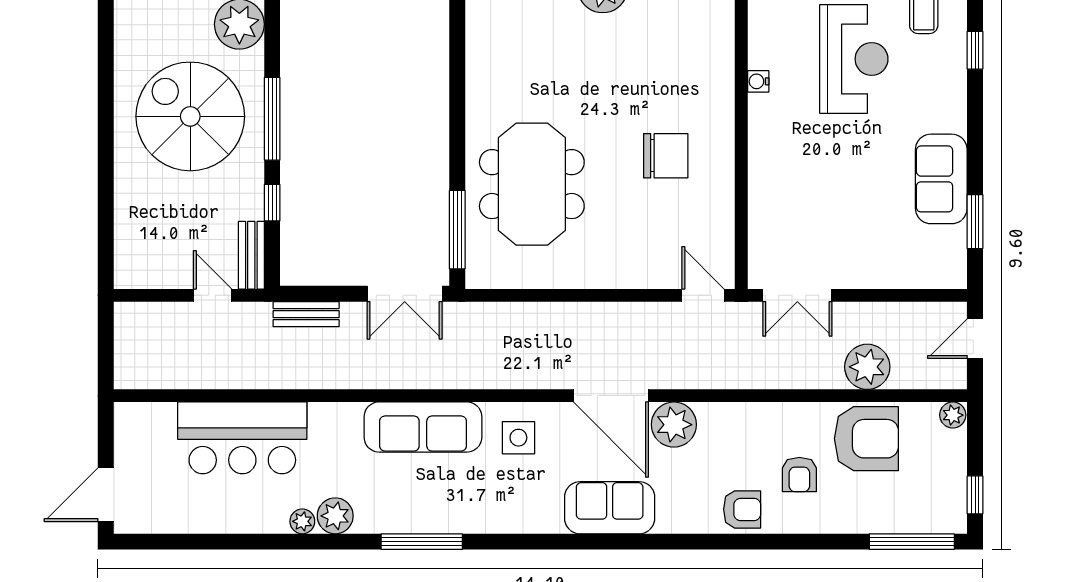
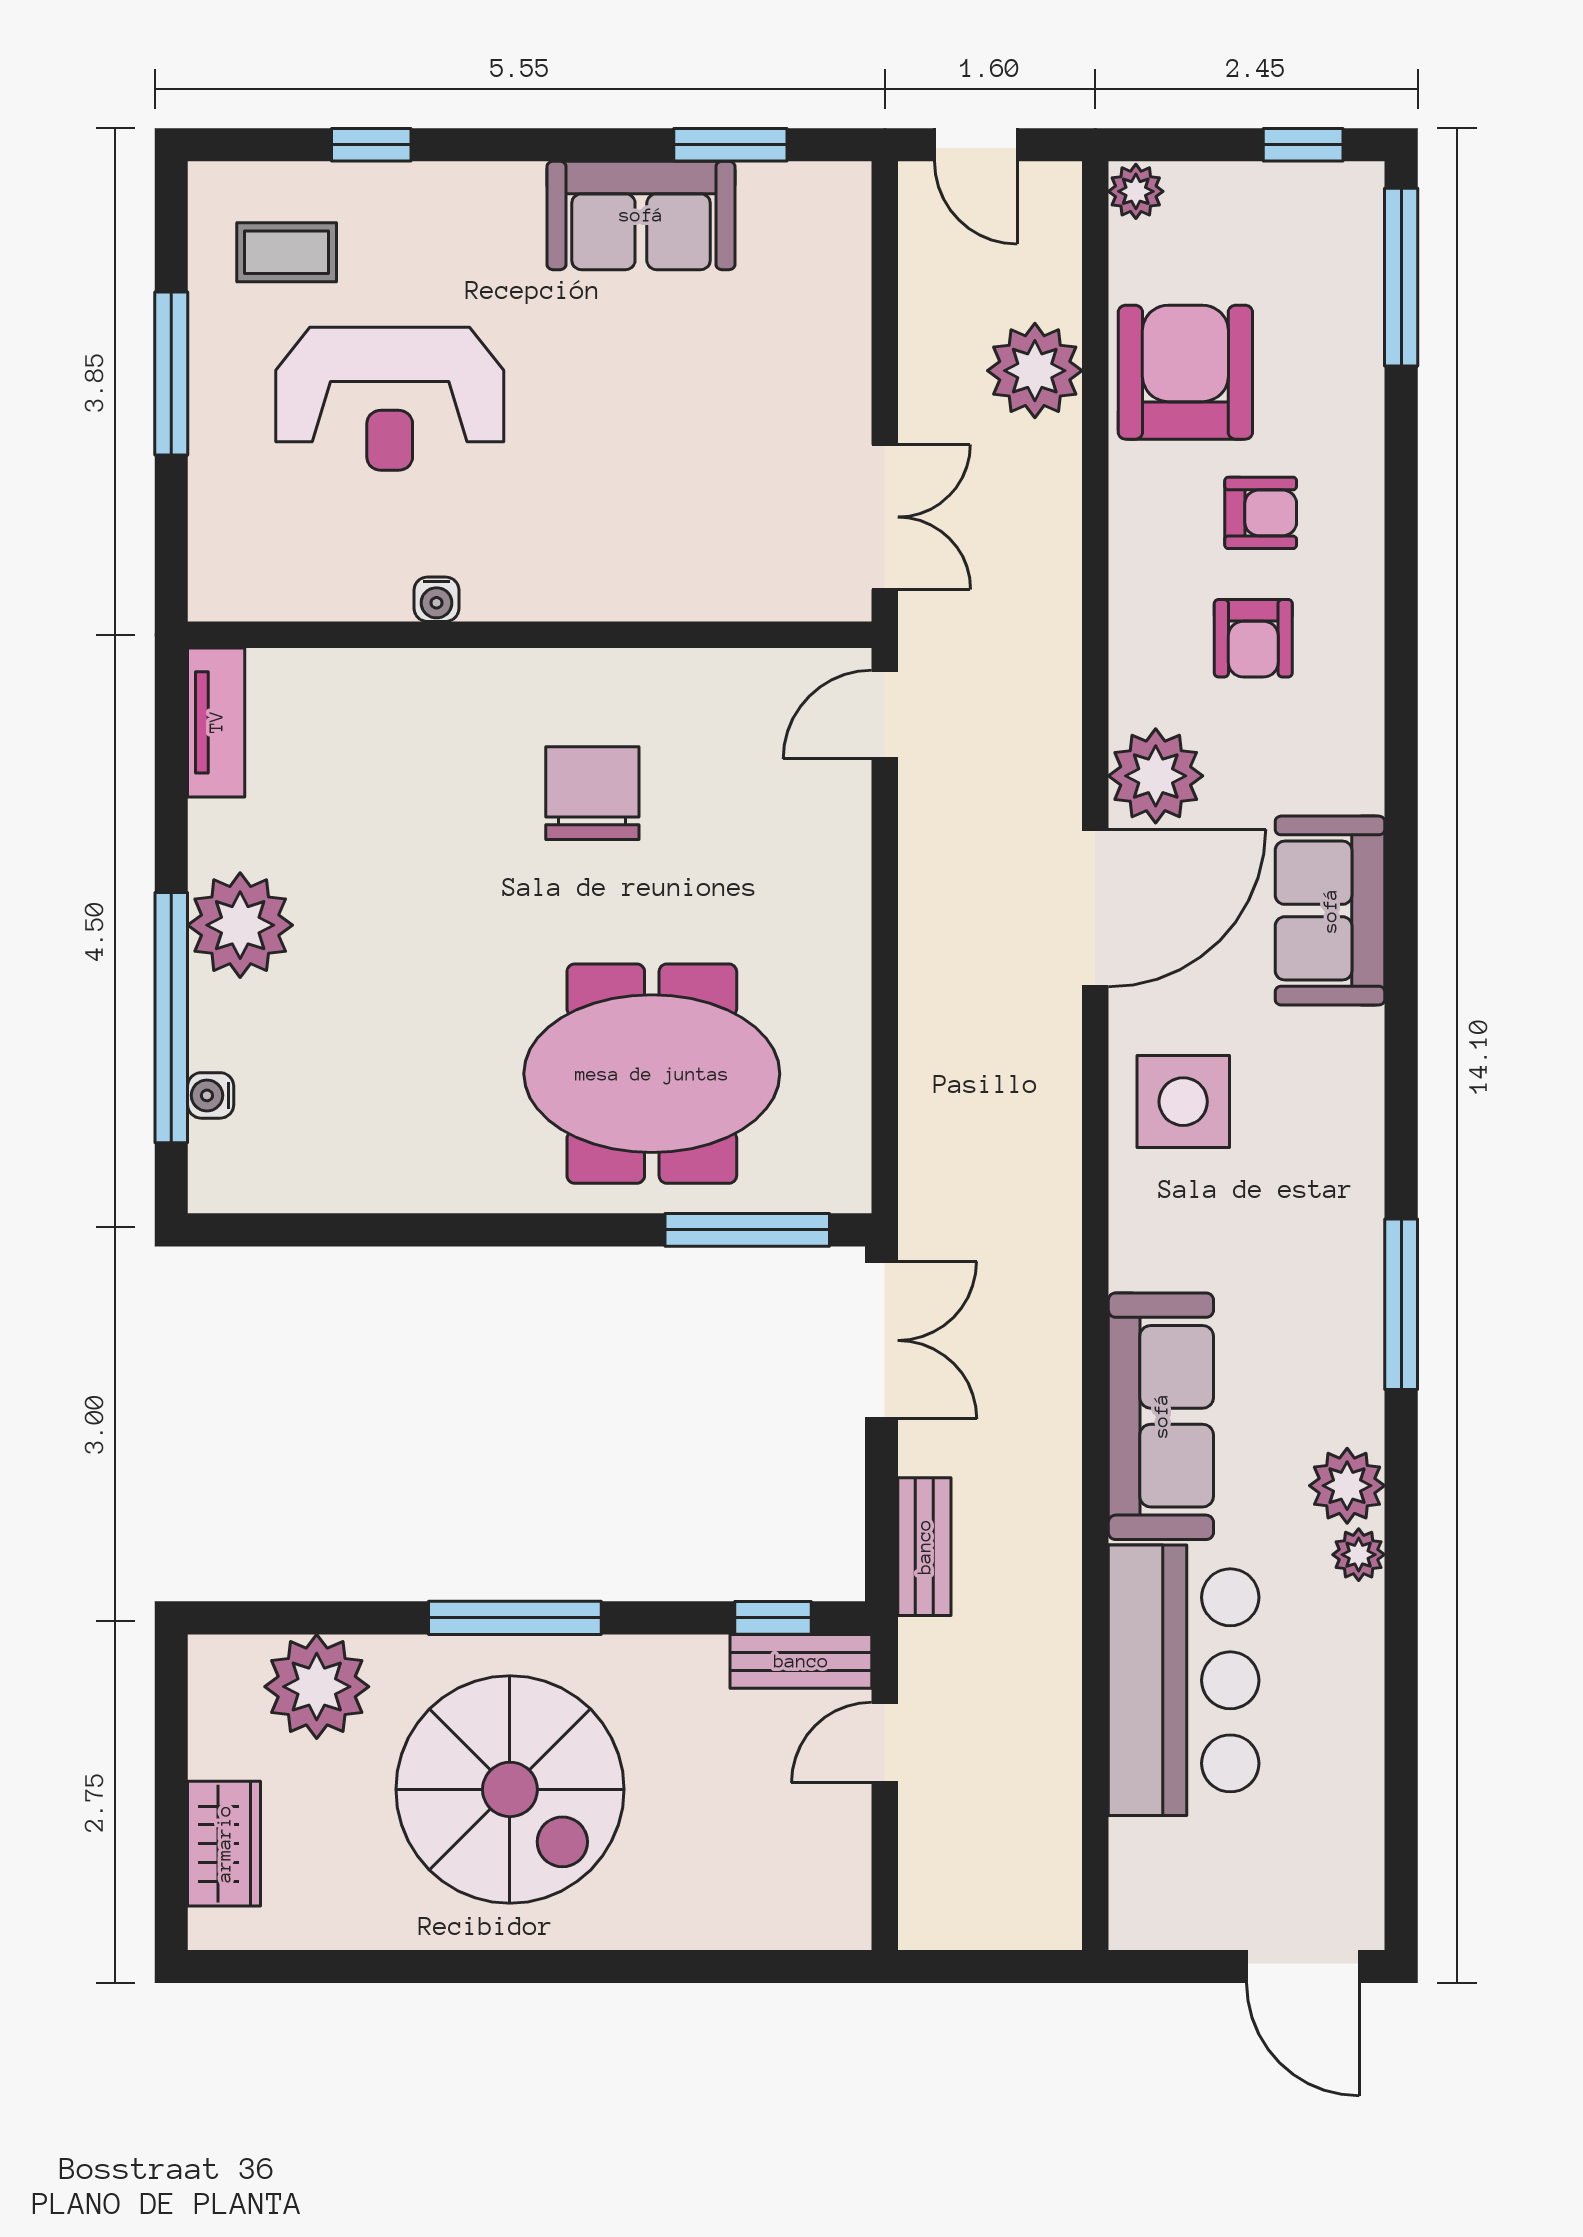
reception desk: (854, 59) -> (390, 399), turned 180
spiral stairs: (190, 116) -> (510, 1789), turned -90
window: (272, 203) -> (773, 1618), moved
sofa: (423, 427) -> (1161, 1416), moved
side table: (518, 438) -> (1183, 1102), width x1.37, depth x1.37
armchair: (742, 509) -> (1253, 638), moved, turned 180

